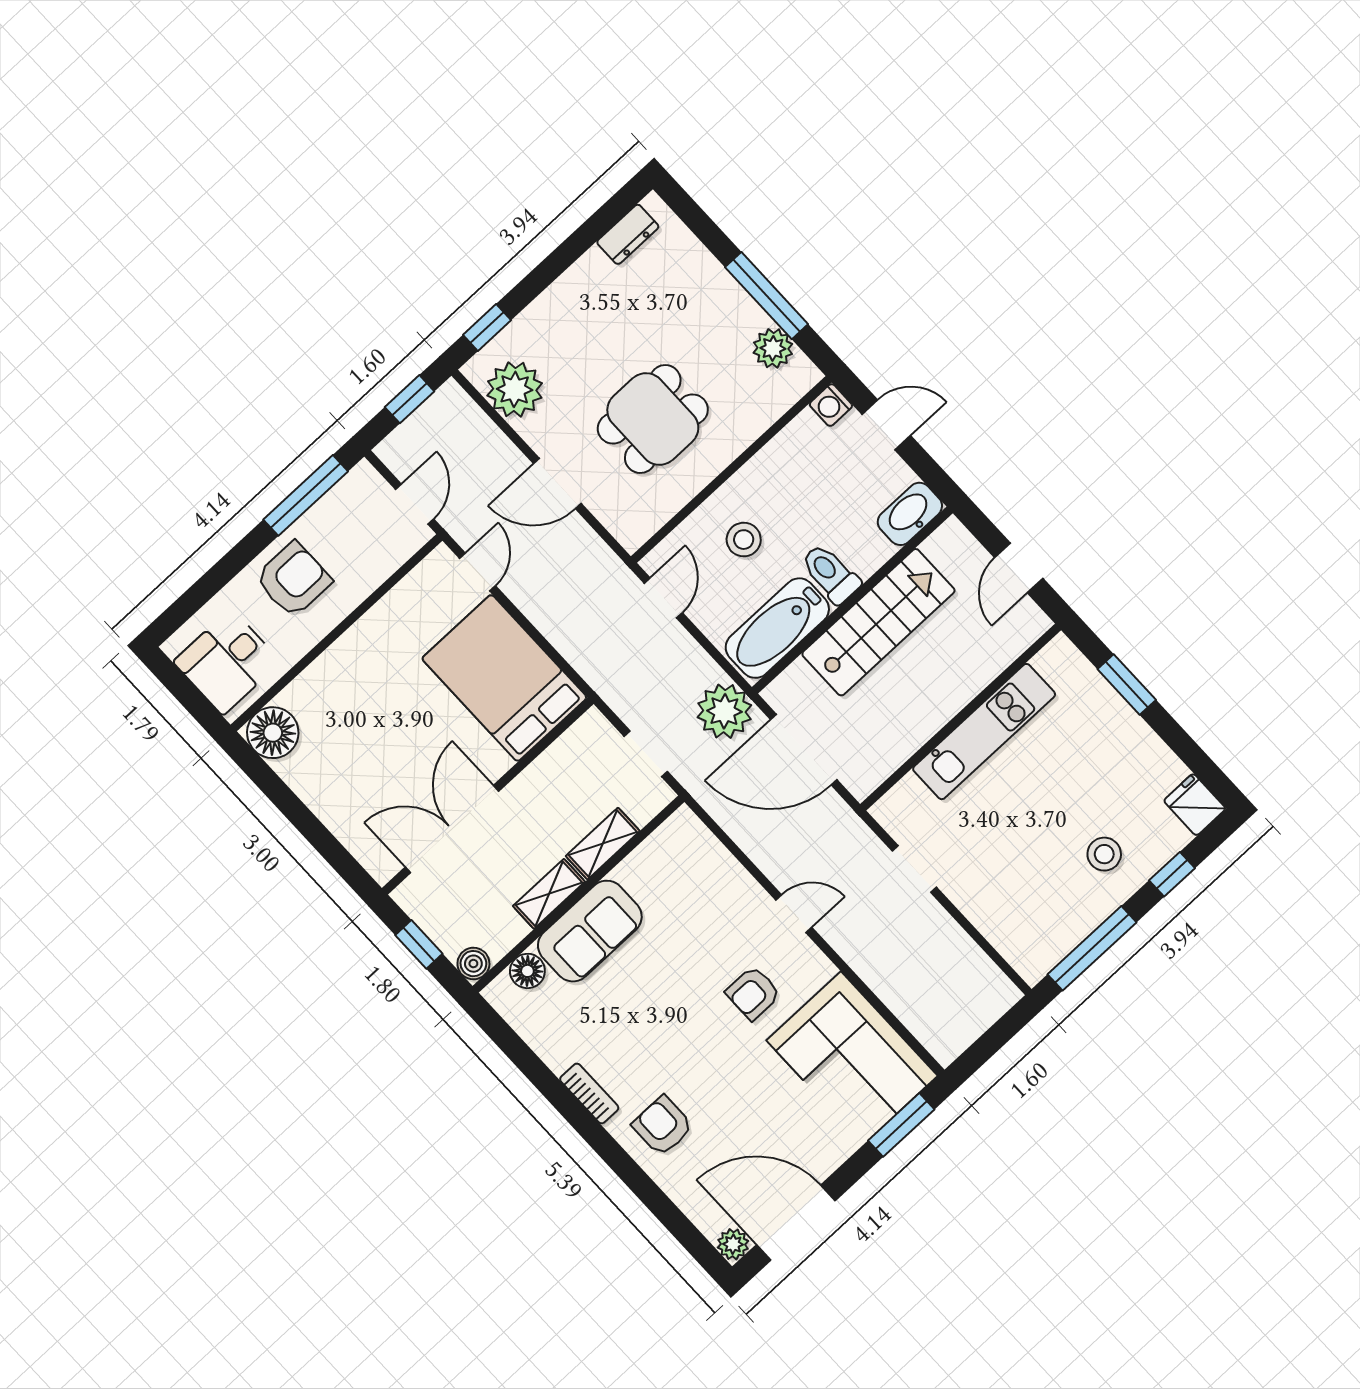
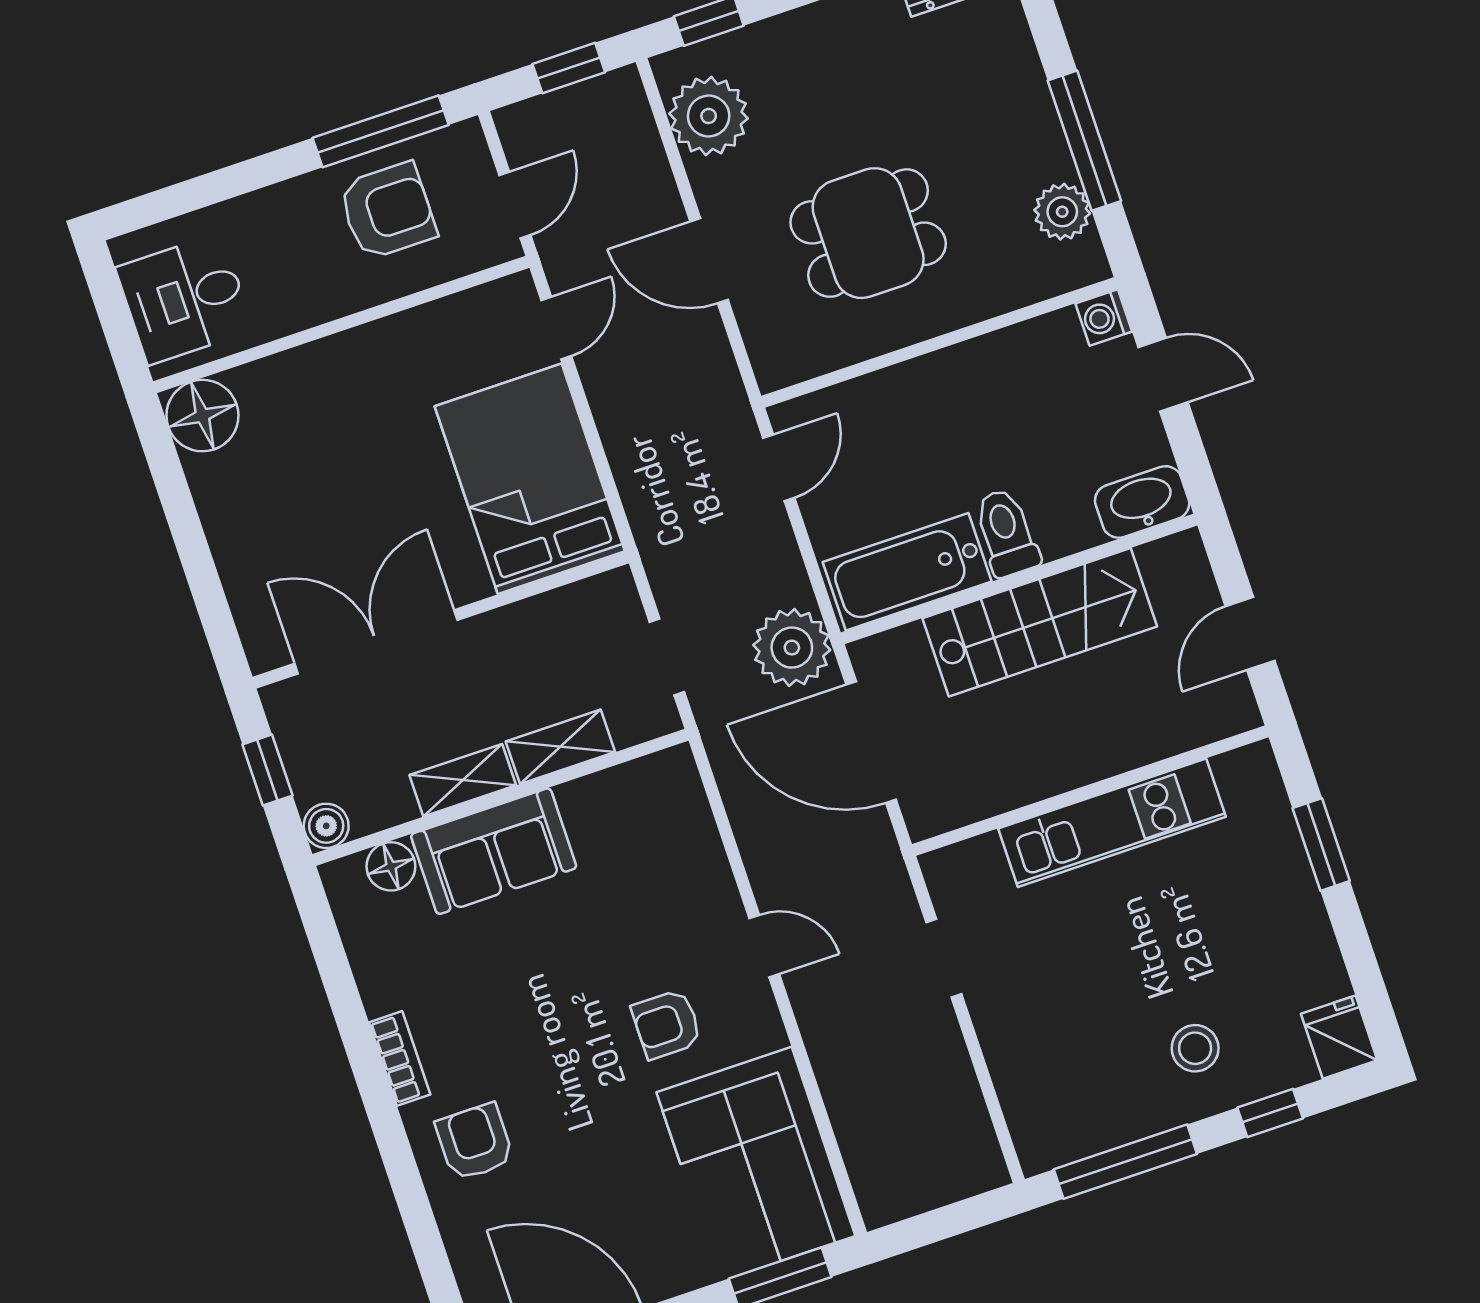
stool: (744, 540) -> (915, 439), removed
armchair: (293, 579) -> (388, 211), moved

